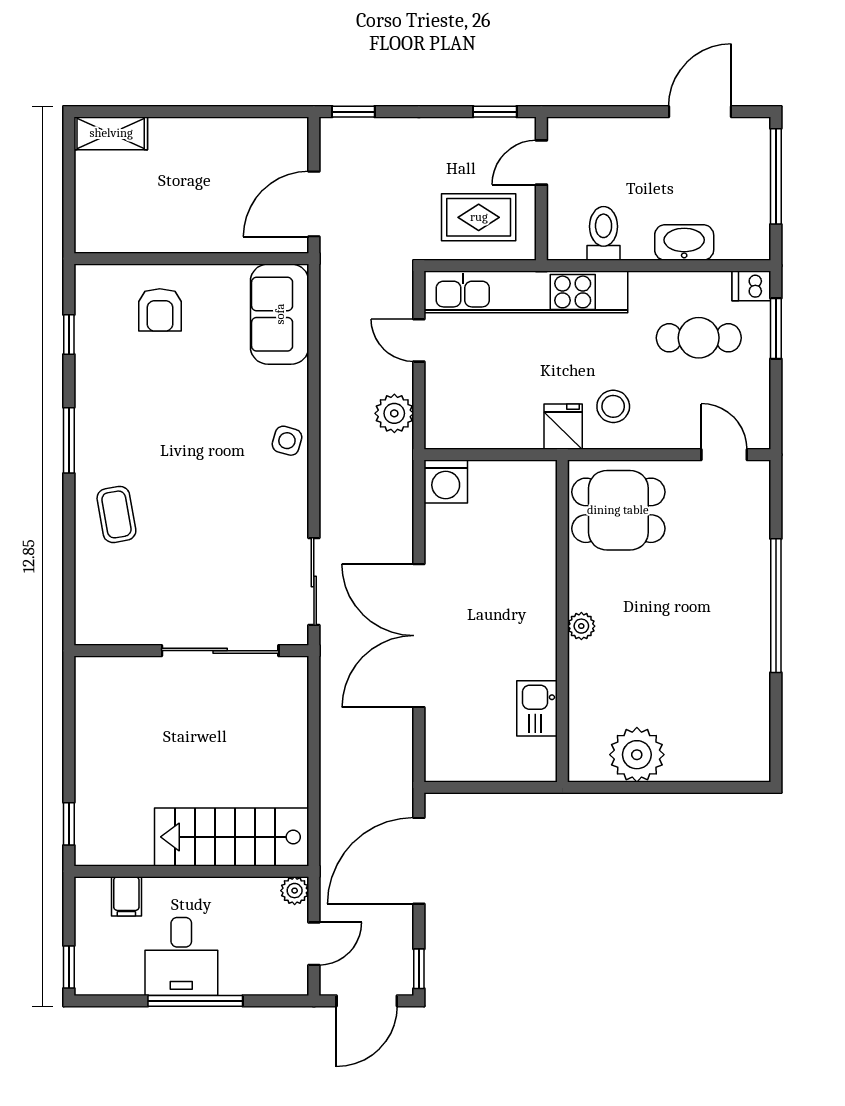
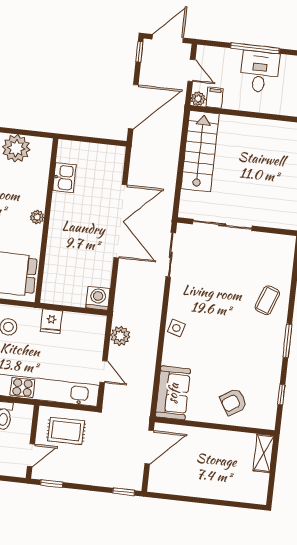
shelving: (111, 133) -> (264, 453), moved, turned 90
armchair: (160, 310) -> (234, 402), turned -123
fridge: (563, 427) -> (51, 321), moved
coffee table: (116, 514) -> (267, 300), turned 30
stairs: (232, 837) -> (200, 151), moved, turned -90
filing cabinet: (126, 896) -> (215, 98), moved
door: (314, 944) -> (191, 71), swing flipped

